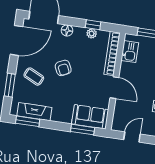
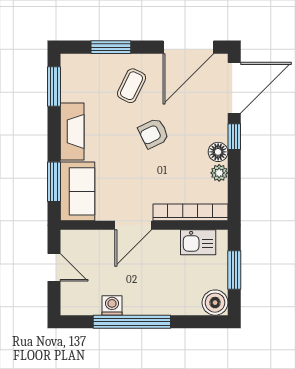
window: (93, 25) -> (234, 137), moved
floor lamp: (67, 30) -> (218, 152), moved
door: (16, 40) -> (188, 47), hinge flipped
fireplace: (34, 112) -> (72, 131), moved

